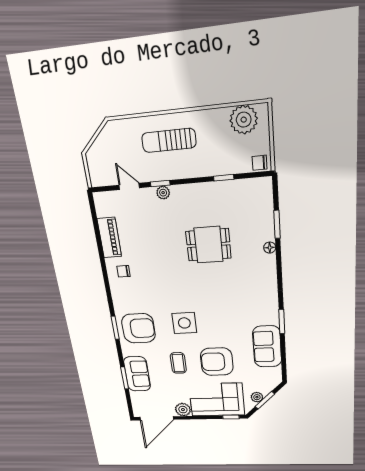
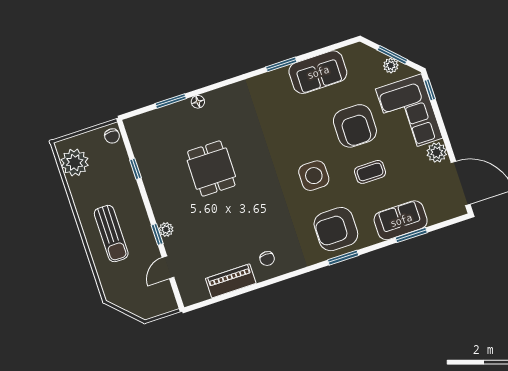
armchair: (138, 328) -> (336, 229), turned -90

